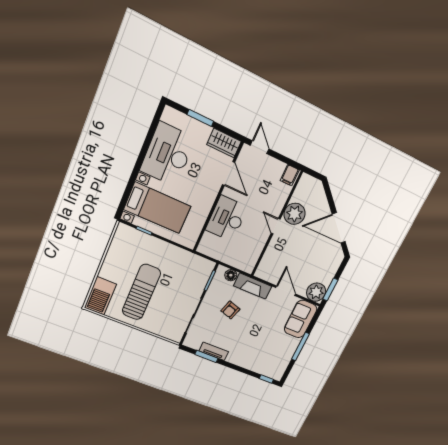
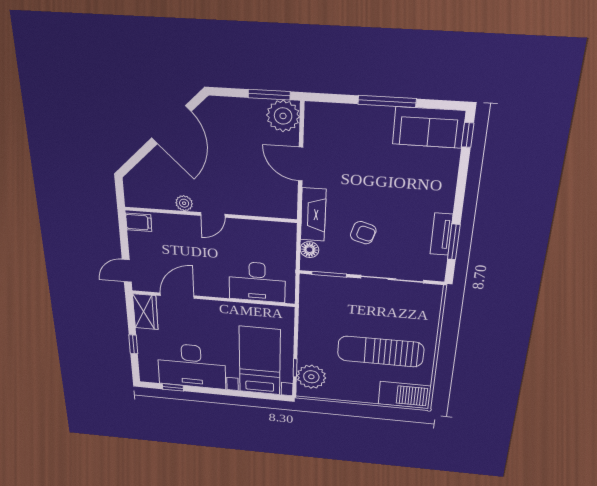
window: (200, 118) -> (133, 344), width x0.67
window: (152, 129) -> (173, 387), added
plant: (295, 214) -> (184, 203), width x0.53, depth x0.53
desk: (227, 219) -> (257, 282), moved
plant: (133, 239) -> (311, 377), added
door: (286, 291) -> (301, 164), hinge flipped
sofa: (301, 319) -> (429, 127), moved

